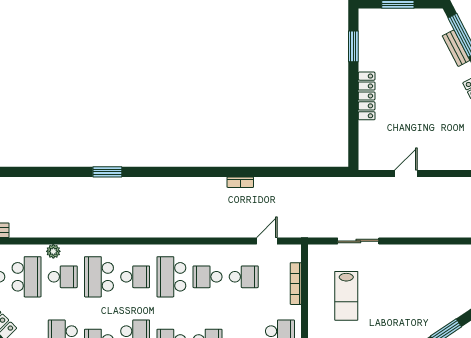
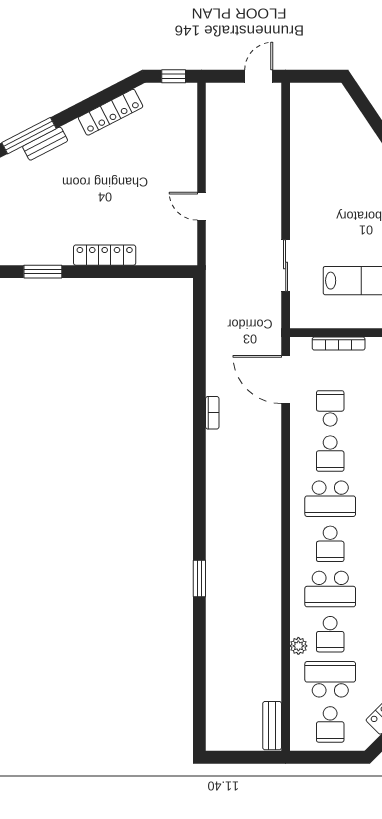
door: (267, 241) -> (286, 380), width x1.87
school desk: (63, 277) -> (330, 634), turned 180
school desk: (135, 277) -> (330, 544), turned 180

